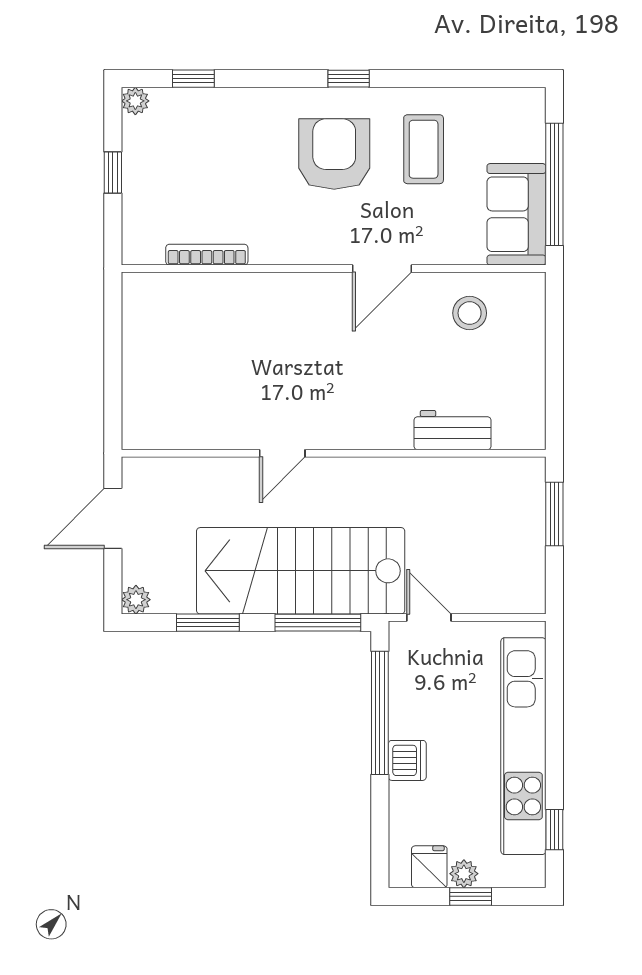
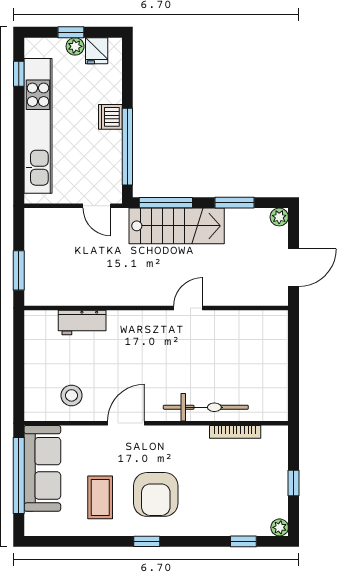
sofa: (516, 214) -> (42, 468), width x1.36
bicycle: (254, 294) -> (206, 407), added
stairs: (301, 571) -> (177, 226), width x0.73, depth x0.66

